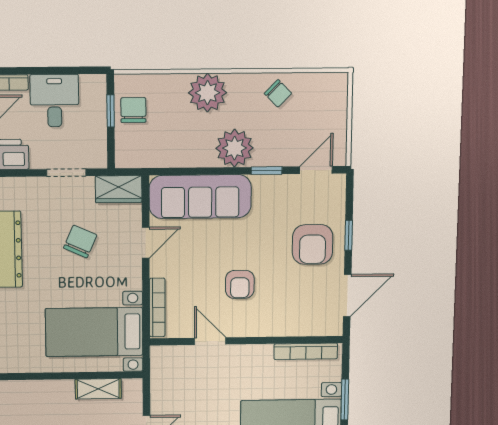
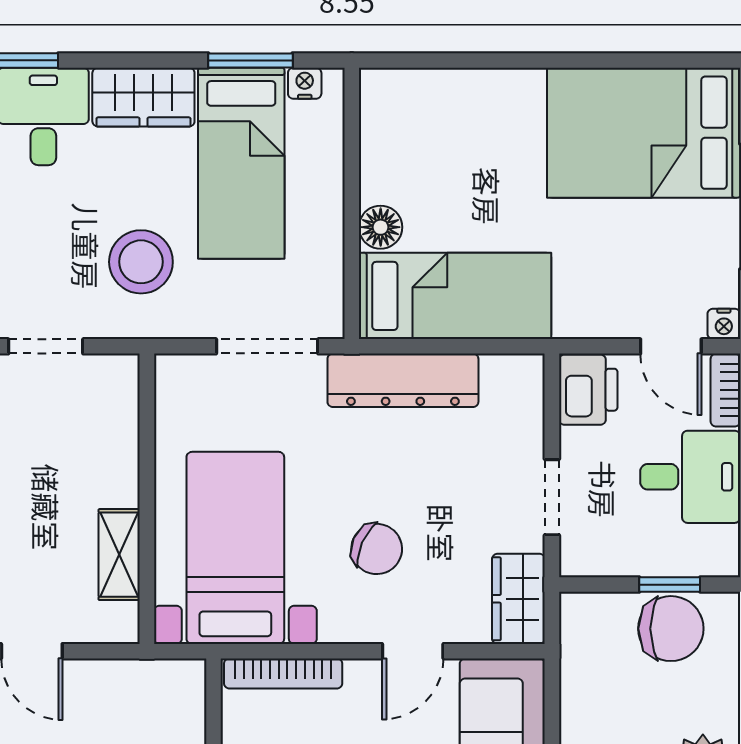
chair: (133, 110) -> (671, 629), width x1.37, depth x1.37
chair: (80, 242) -> (377, 549), moved
door: (146, 243) -> (413, 651), hinge flipped

